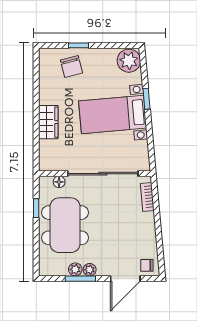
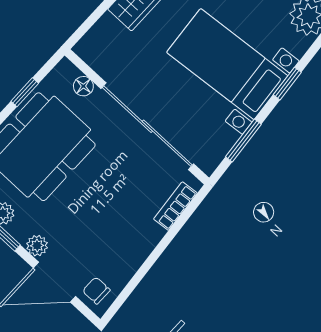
window: (150, 141) -> (243, 141), added
plant: (90, 270) -> (37, 246), moved

